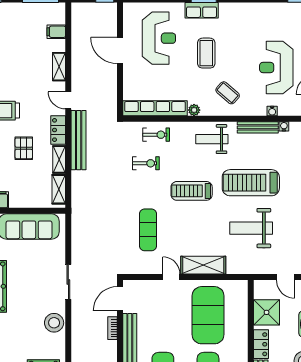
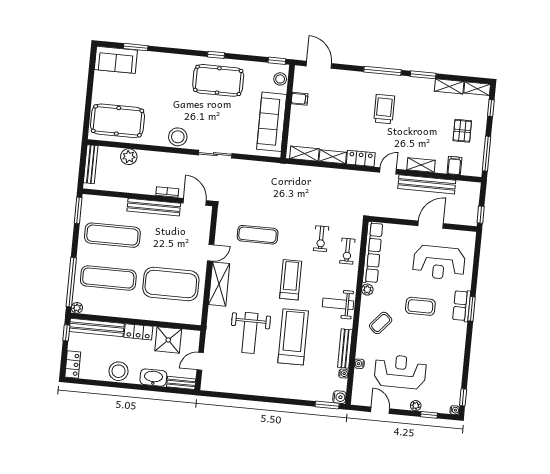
weight bench: (212, 139) -> (338, 304), turned -90
bench: (79, 140) -> (427, 184), moved
pallet: (24, 148) -> (462, 131), moved, turned 90
weight bench: (251, 228) -> (250, 333), turned 180

